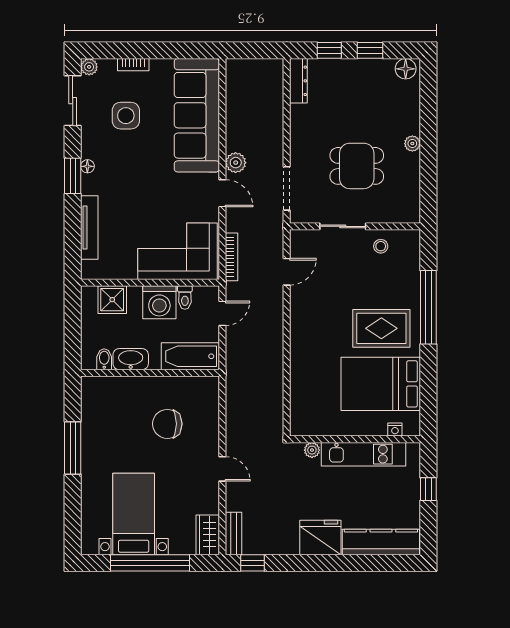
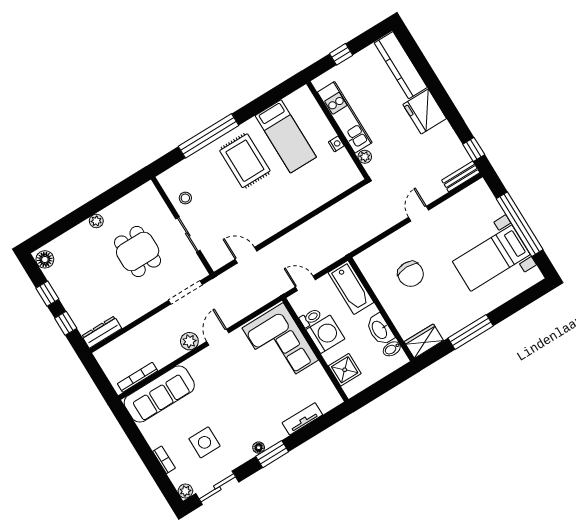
sofa: (197, 115) -> (159, 394), width x0.74, depth x0.79
tv unit: (89, 228) -> (302, 419), width x0.71
bookcase: (232, 257) -> (138, 377), moved
bed: (381, 384) -> (286, 136), width x0.67
nightstand: (395, 430) -> (336, 144), moved
wardrobe: (208, 535) -> (424, 341), moved, turned 180

